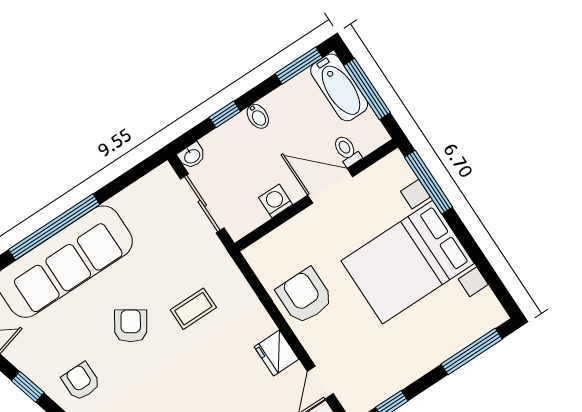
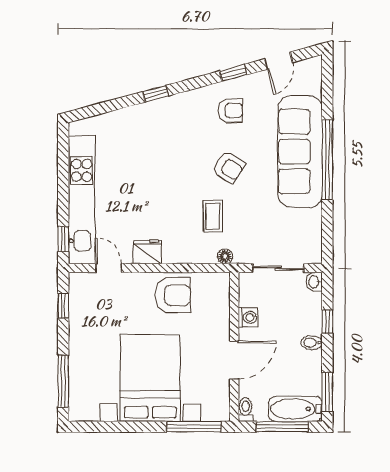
toilet: (347, 151) -> (246, 410), moved, turned -90
floor lamp: (227, 268) -> (225, 256), added
armchair: (81, 381) -> (231, 111), moved

